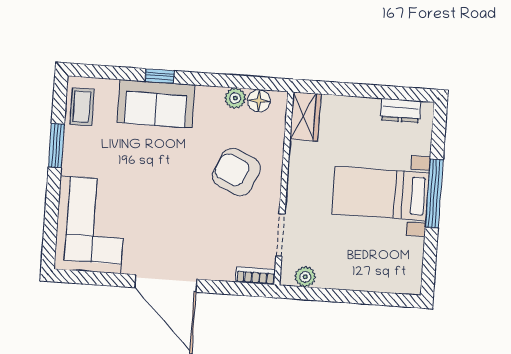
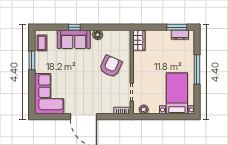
window: (395, 93) -> (177, 27), added
plant: (235, 98) -> (108, 34), removed
floor lamp: (259, 101) -> (98, 35), moved
armchair: (236, 172) -> (111, 66), turned 90
bed with nightstands: (381, 193) -> (177, 93), moved, turned 90

